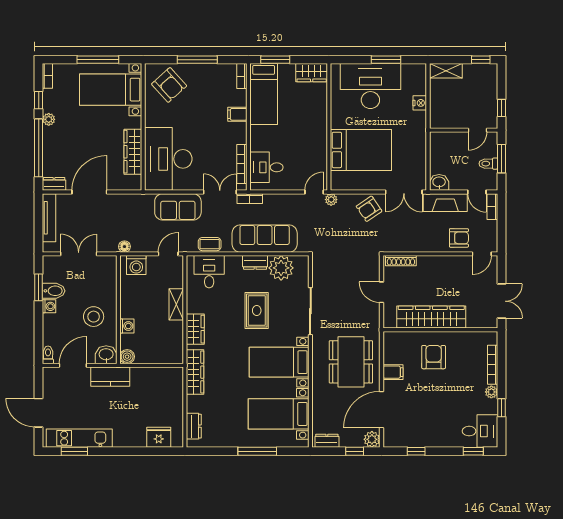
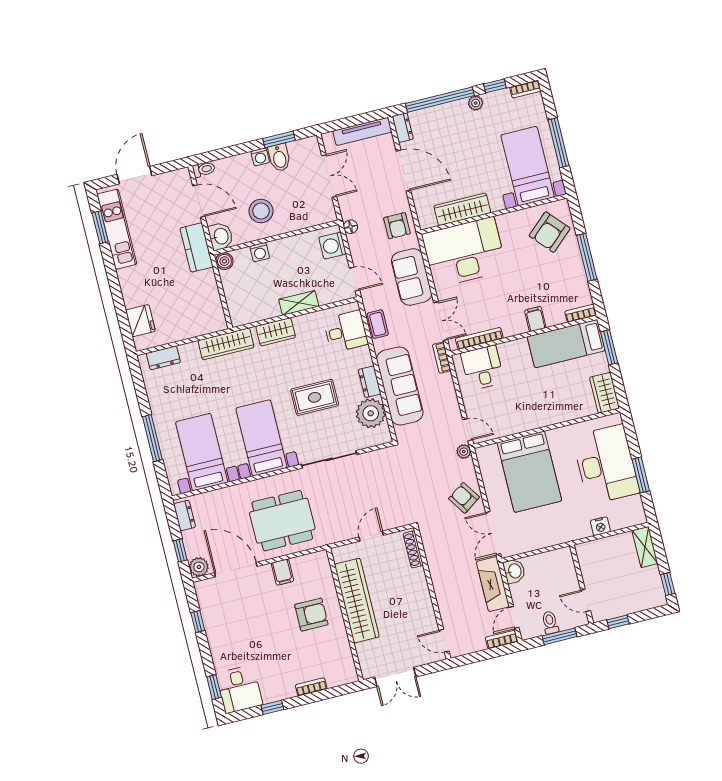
armchair: (459, 238) -> (397, 226), moved
bookcase: (493, 365) -> (311, 687), width x0.64
plant: (491, 392) -> (288, 691), removed

